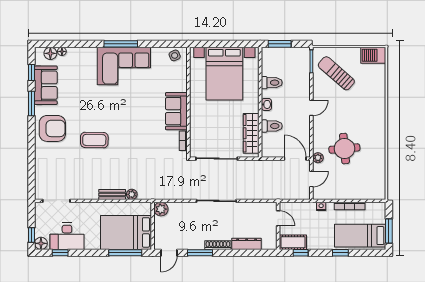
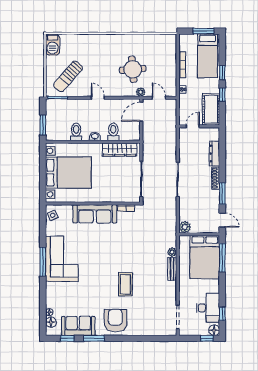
sofa: (176, 111) -> (95, 214), width x1.36
cot: (293, 242) -> (211, 109), width x1.37, depth x1.34
window: (301, 253) -> (222, 95), moved

